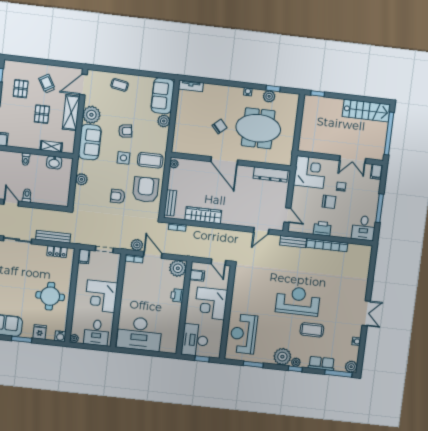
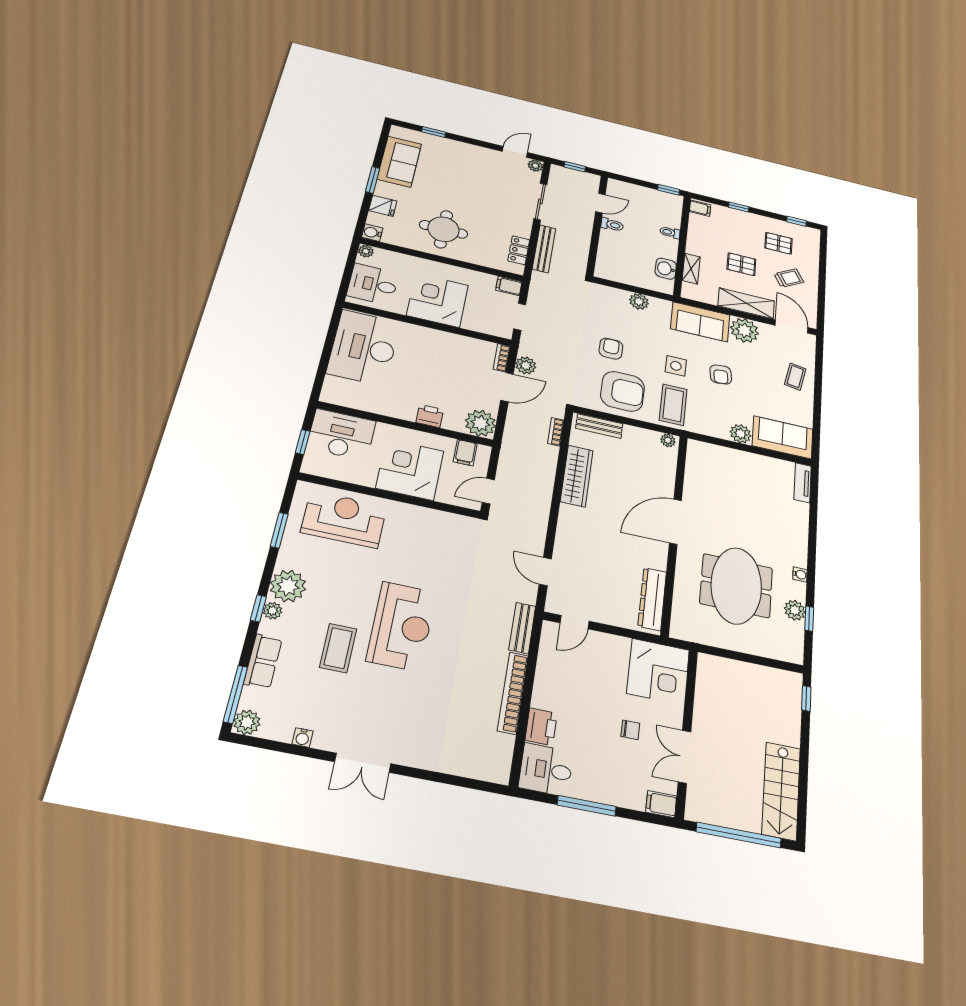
chair: (220, 126) -> (736, 521), removed
chair: (329, 202) -> (600, 703), removed
printer: (322, 229) -> (541, 727), moved

